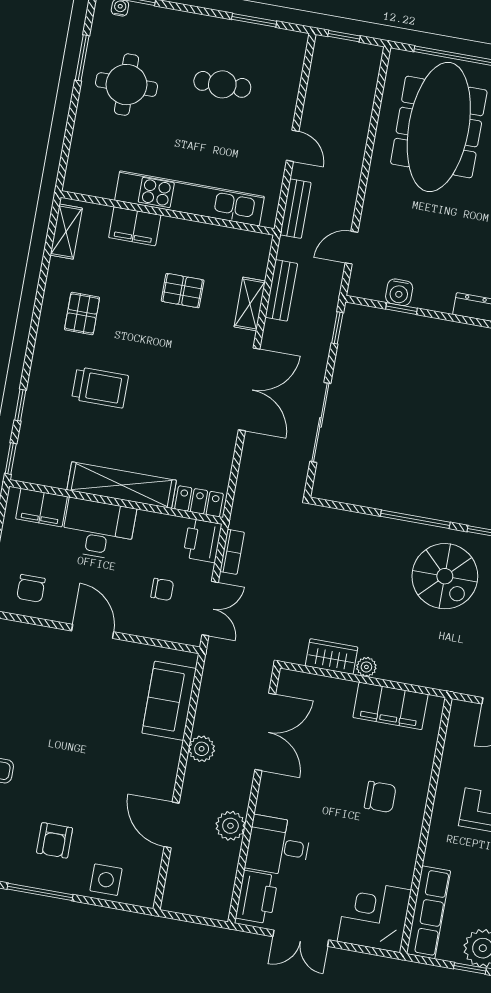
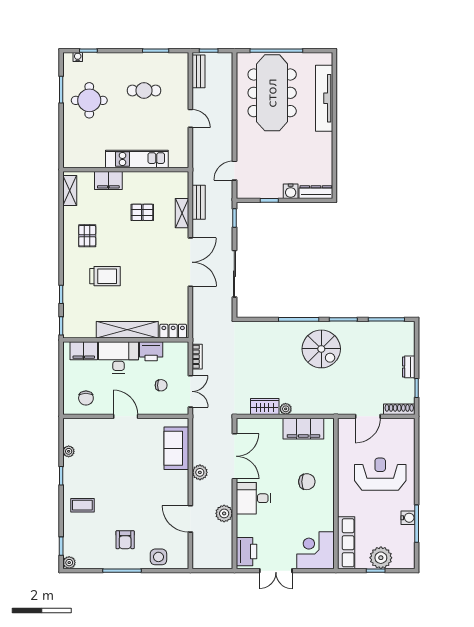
kitchen unit: (190, 198) -> (137, 159), width x0.73
bench: (296, 209) -> (199, 71), moved
water cooler: (399, 292) -> (291, 191), moved
printer: (202, 541) -> (151, 351), moved, turned -90
desk: (278, 846) -> (253, 498), moved

